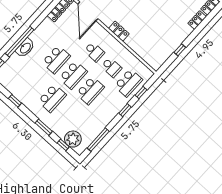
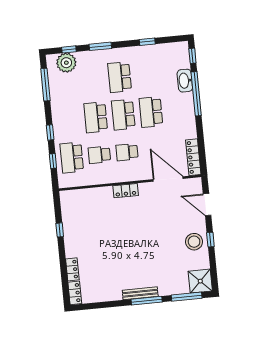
washbasin: (25, 48) -> (185, 81), moved

